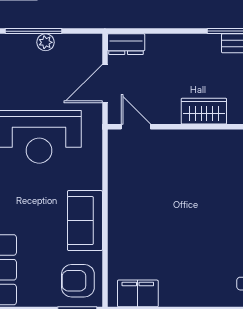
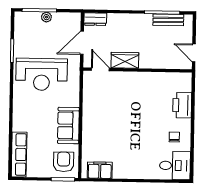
wardrobe: (204, 111) -> (125, 60), moved
armchair: (78, 281) -> (64, 162), turned 90

